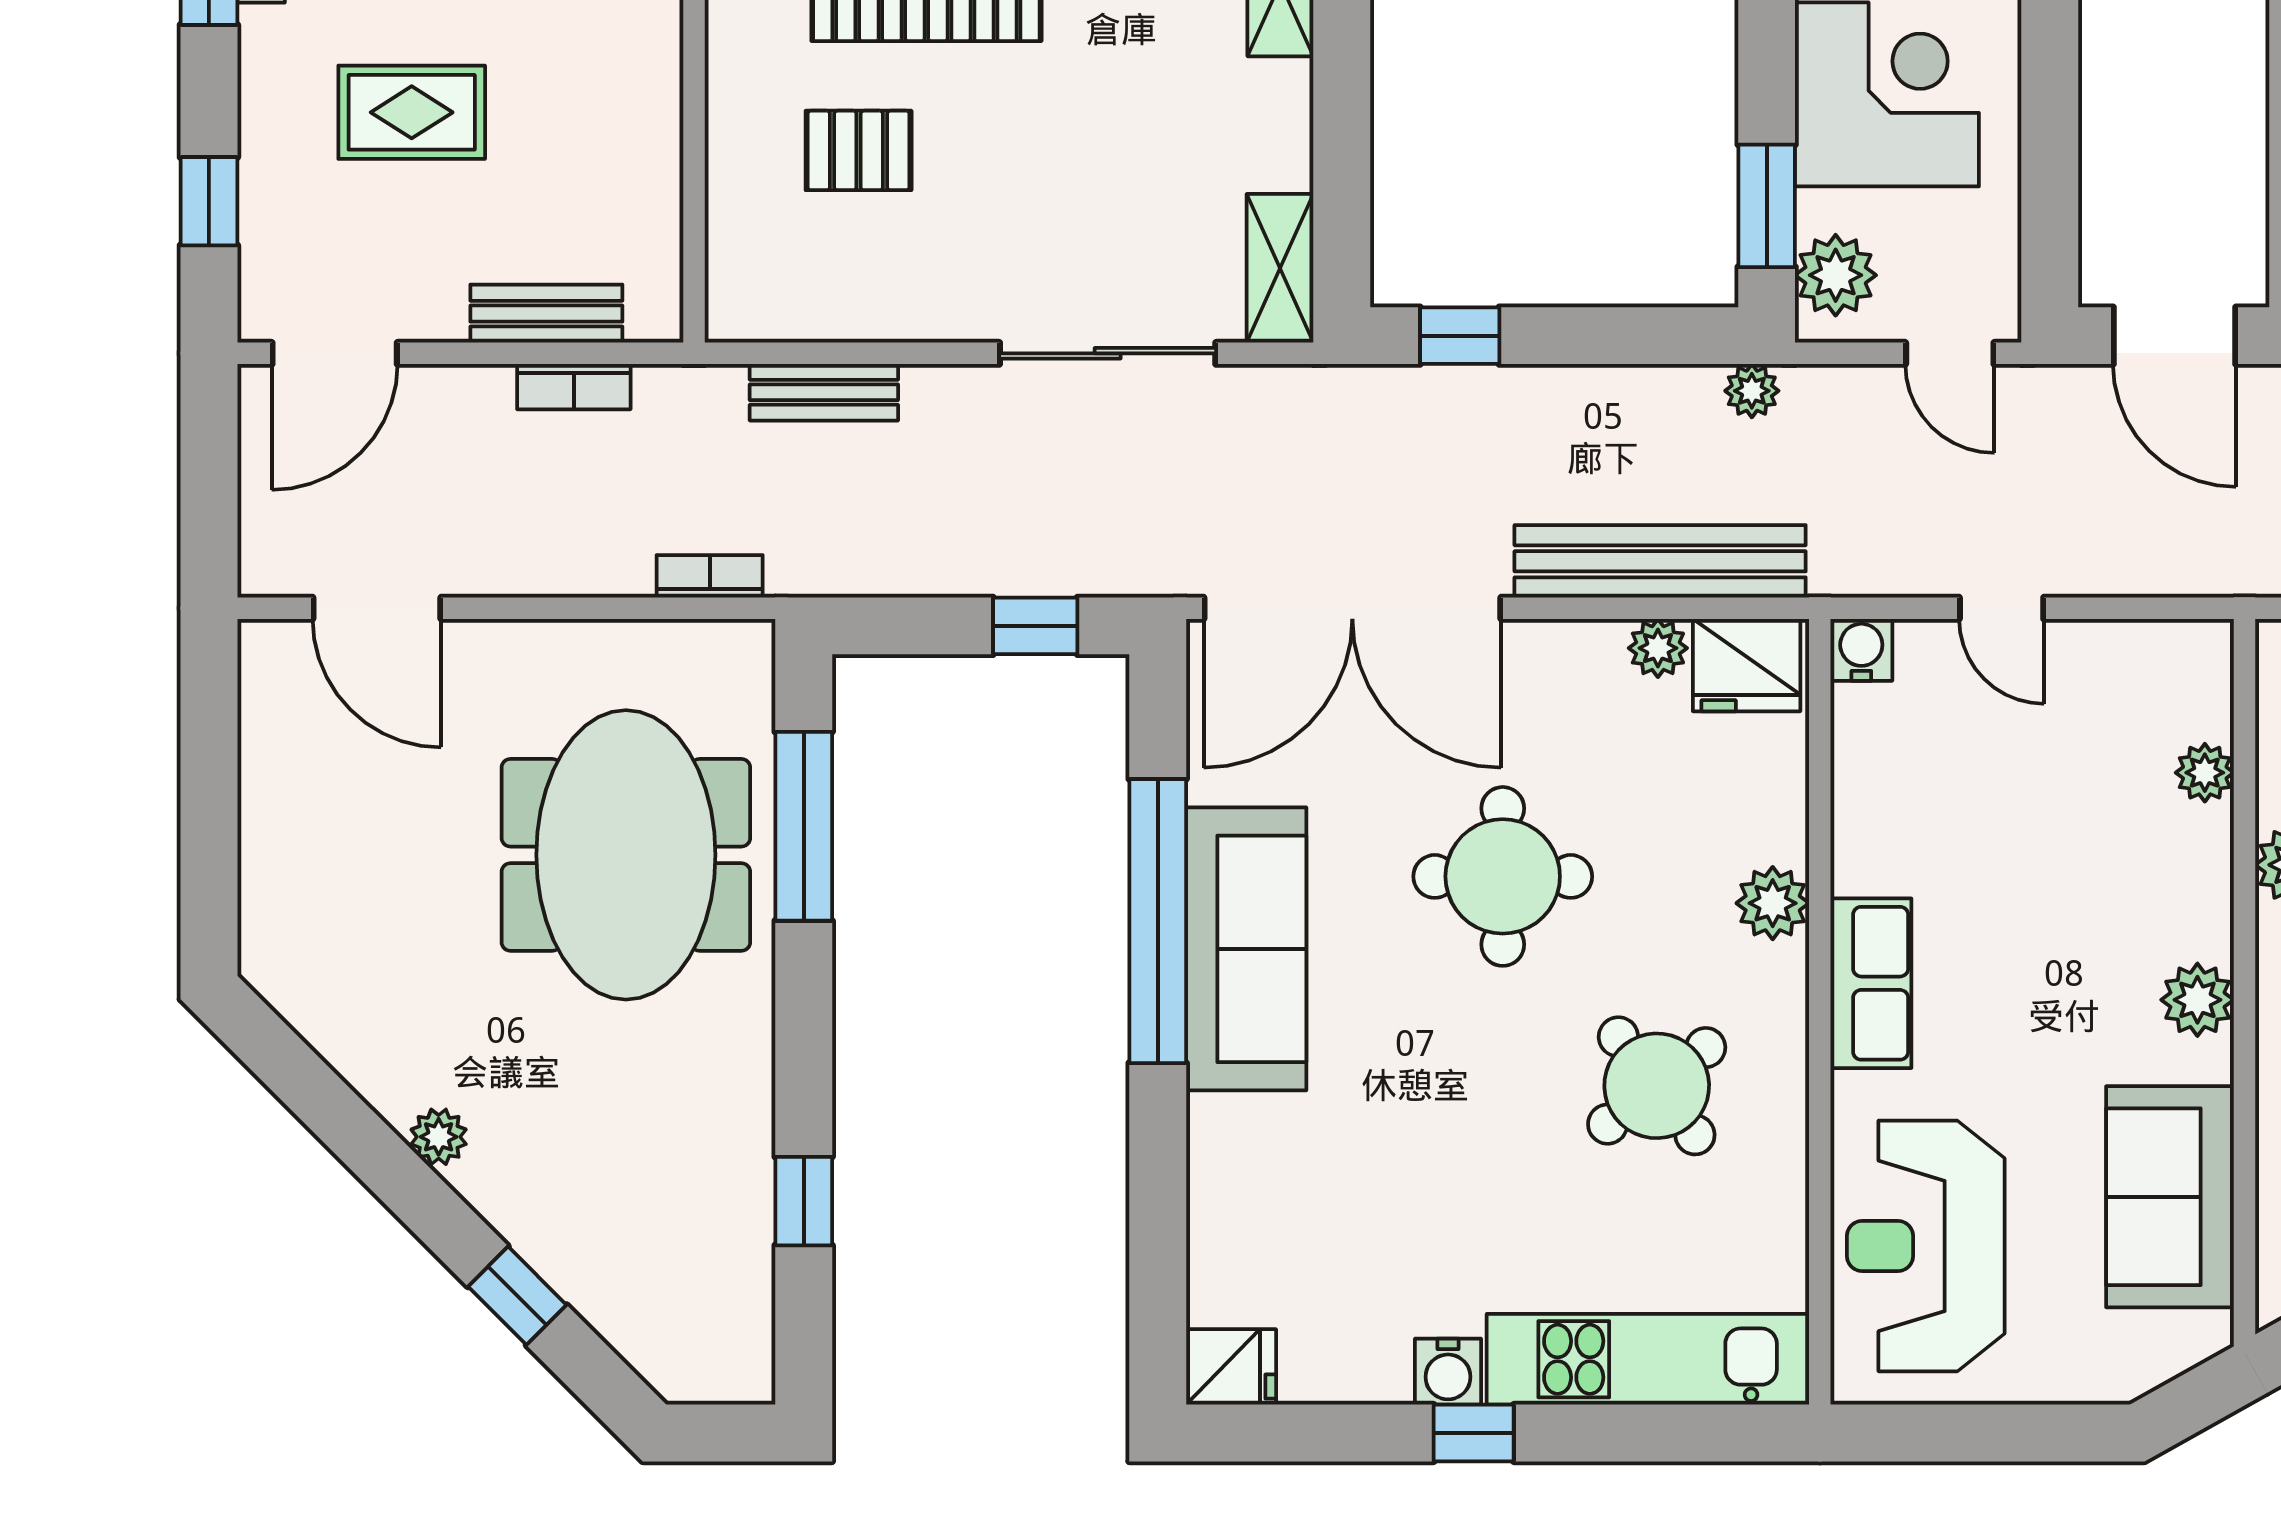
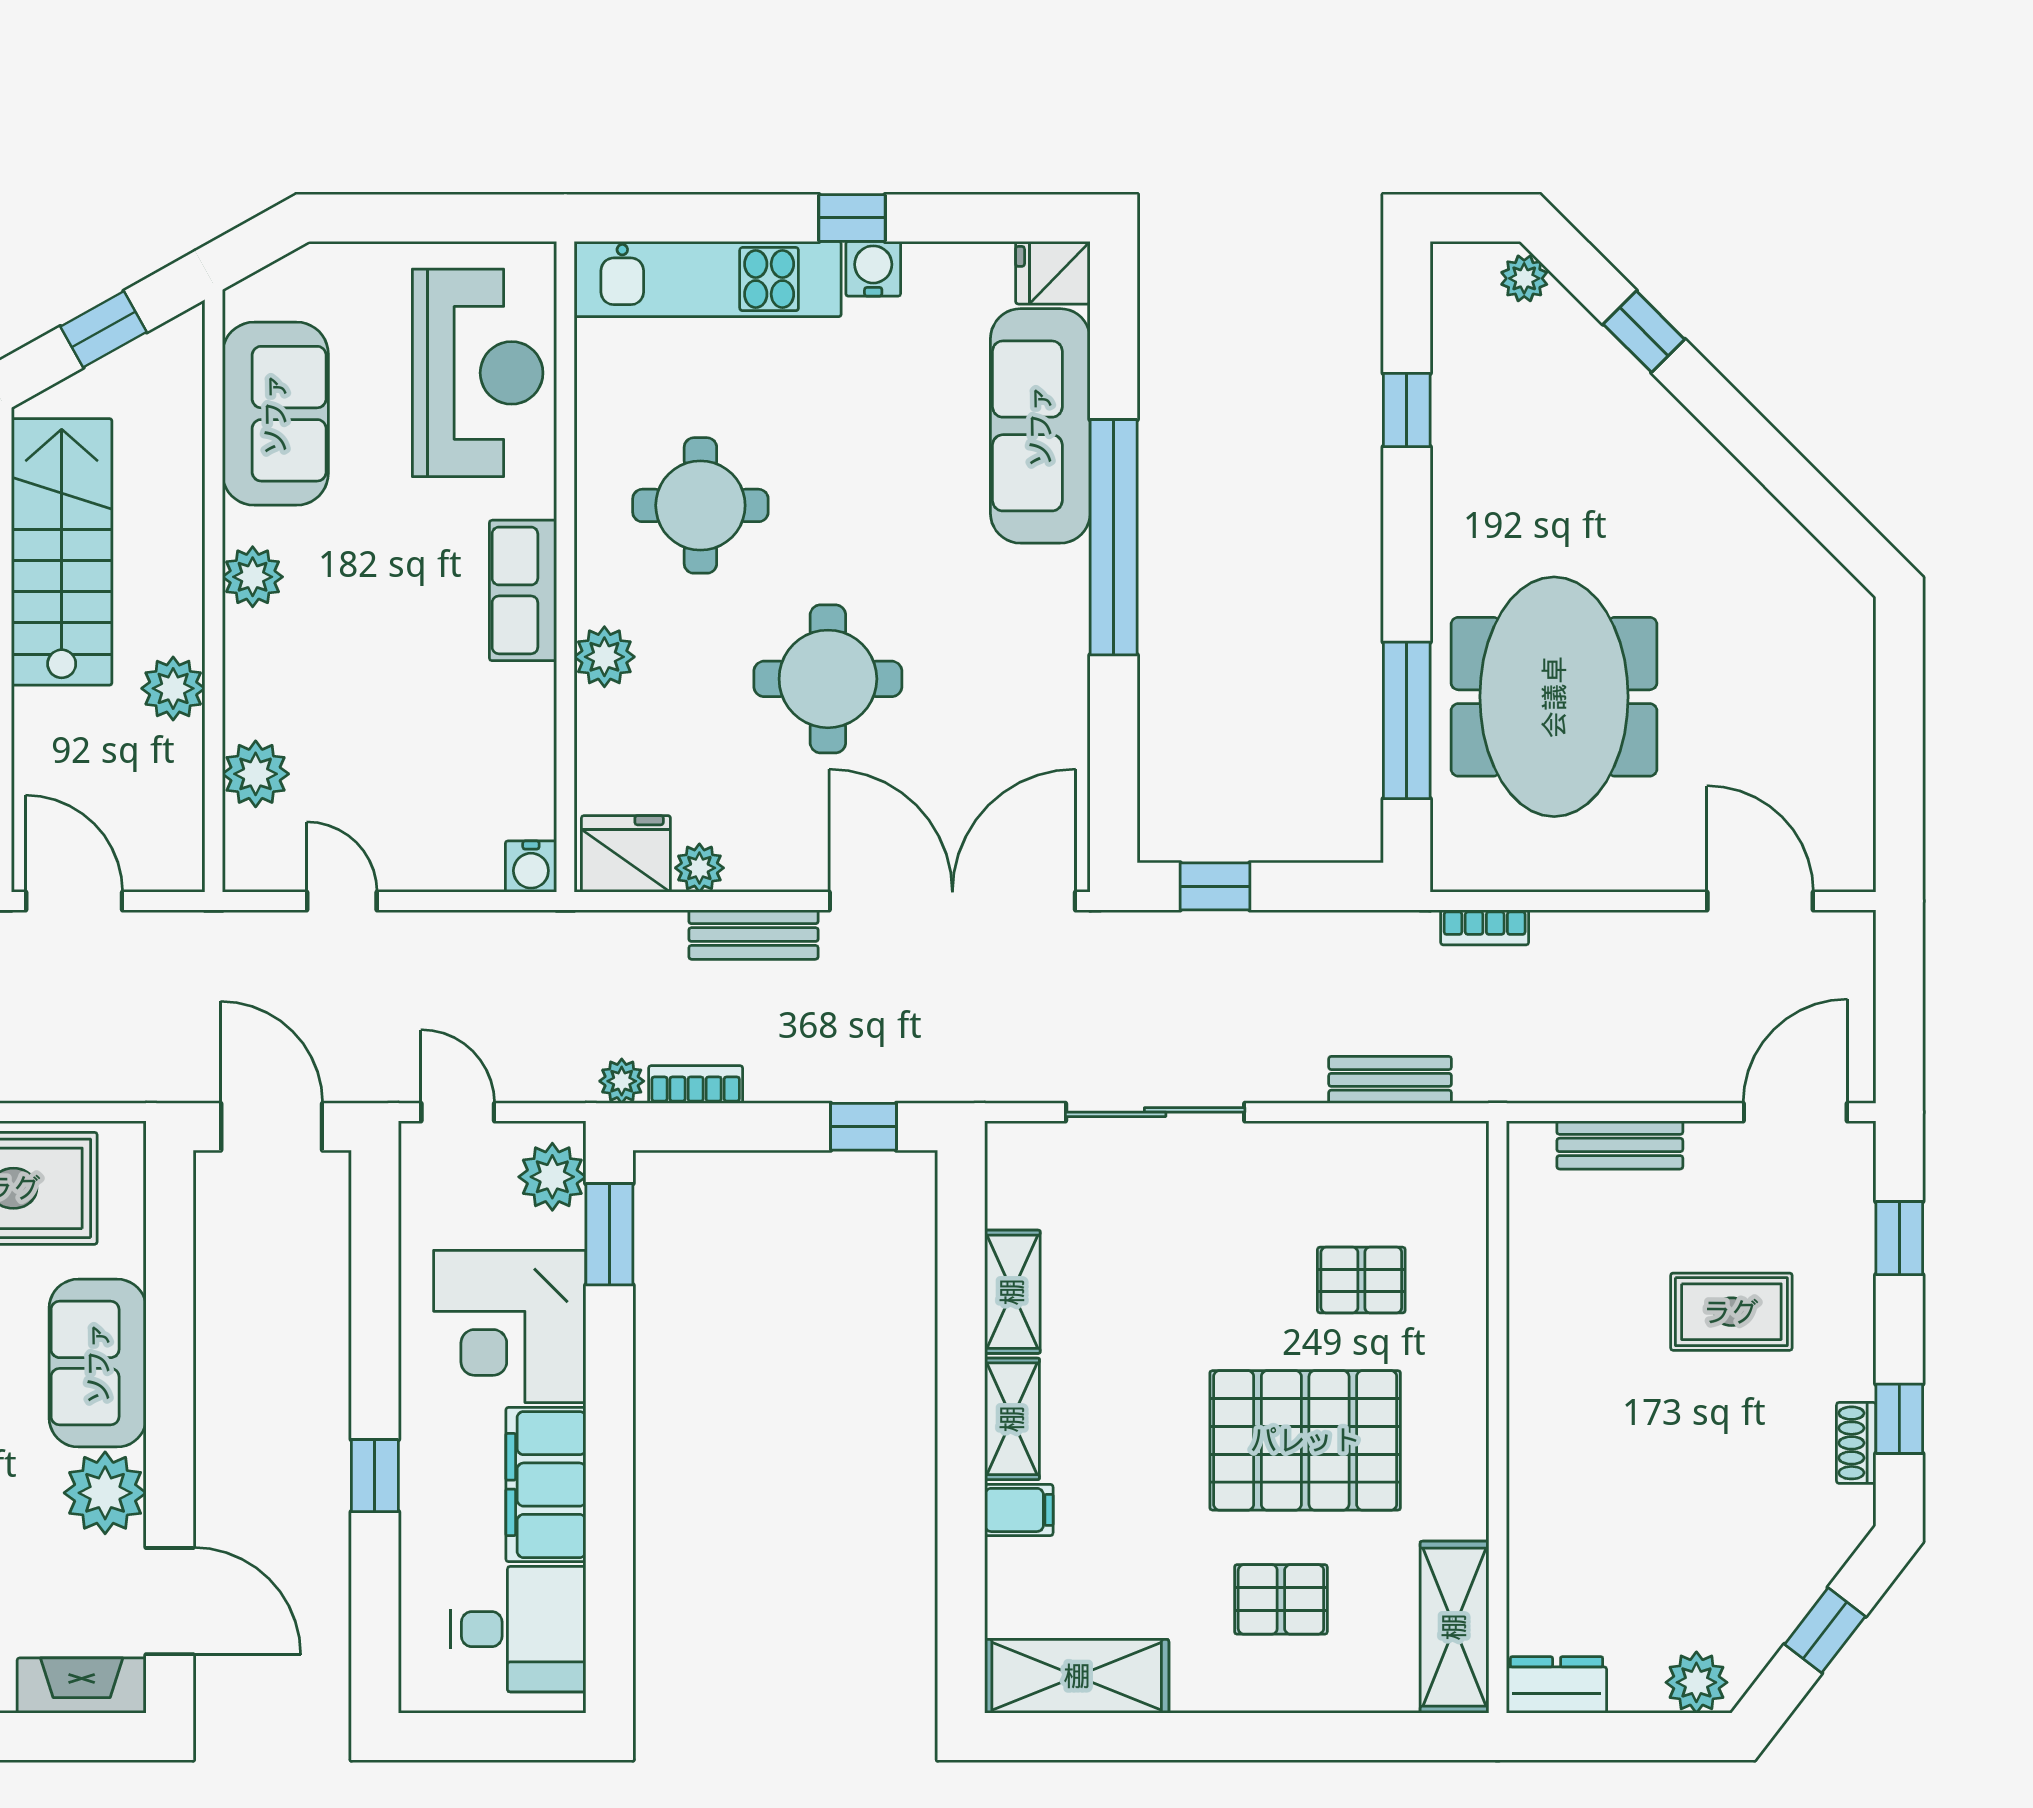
shelving: (1280, 268) -> (1012, 1292), moved
bookcase: (574, 387) -> (696, 1085), moved
bench: (1660, 561) -> (753, 935), width x0.54, depth x0.82
door: (2002, 608) -> (342, 901), moved
plant: (2205, 773) -> (256, 774), width x1.38, depth x1.38
window: (1158, 921) -> (1114, 537), moved
sofa: (1246, 949) -> (1040, 426), moved
round table: (1657, 1086) -> (700, 505), turned 38
plant: (439, 1137) -> (1524, 278), moved

